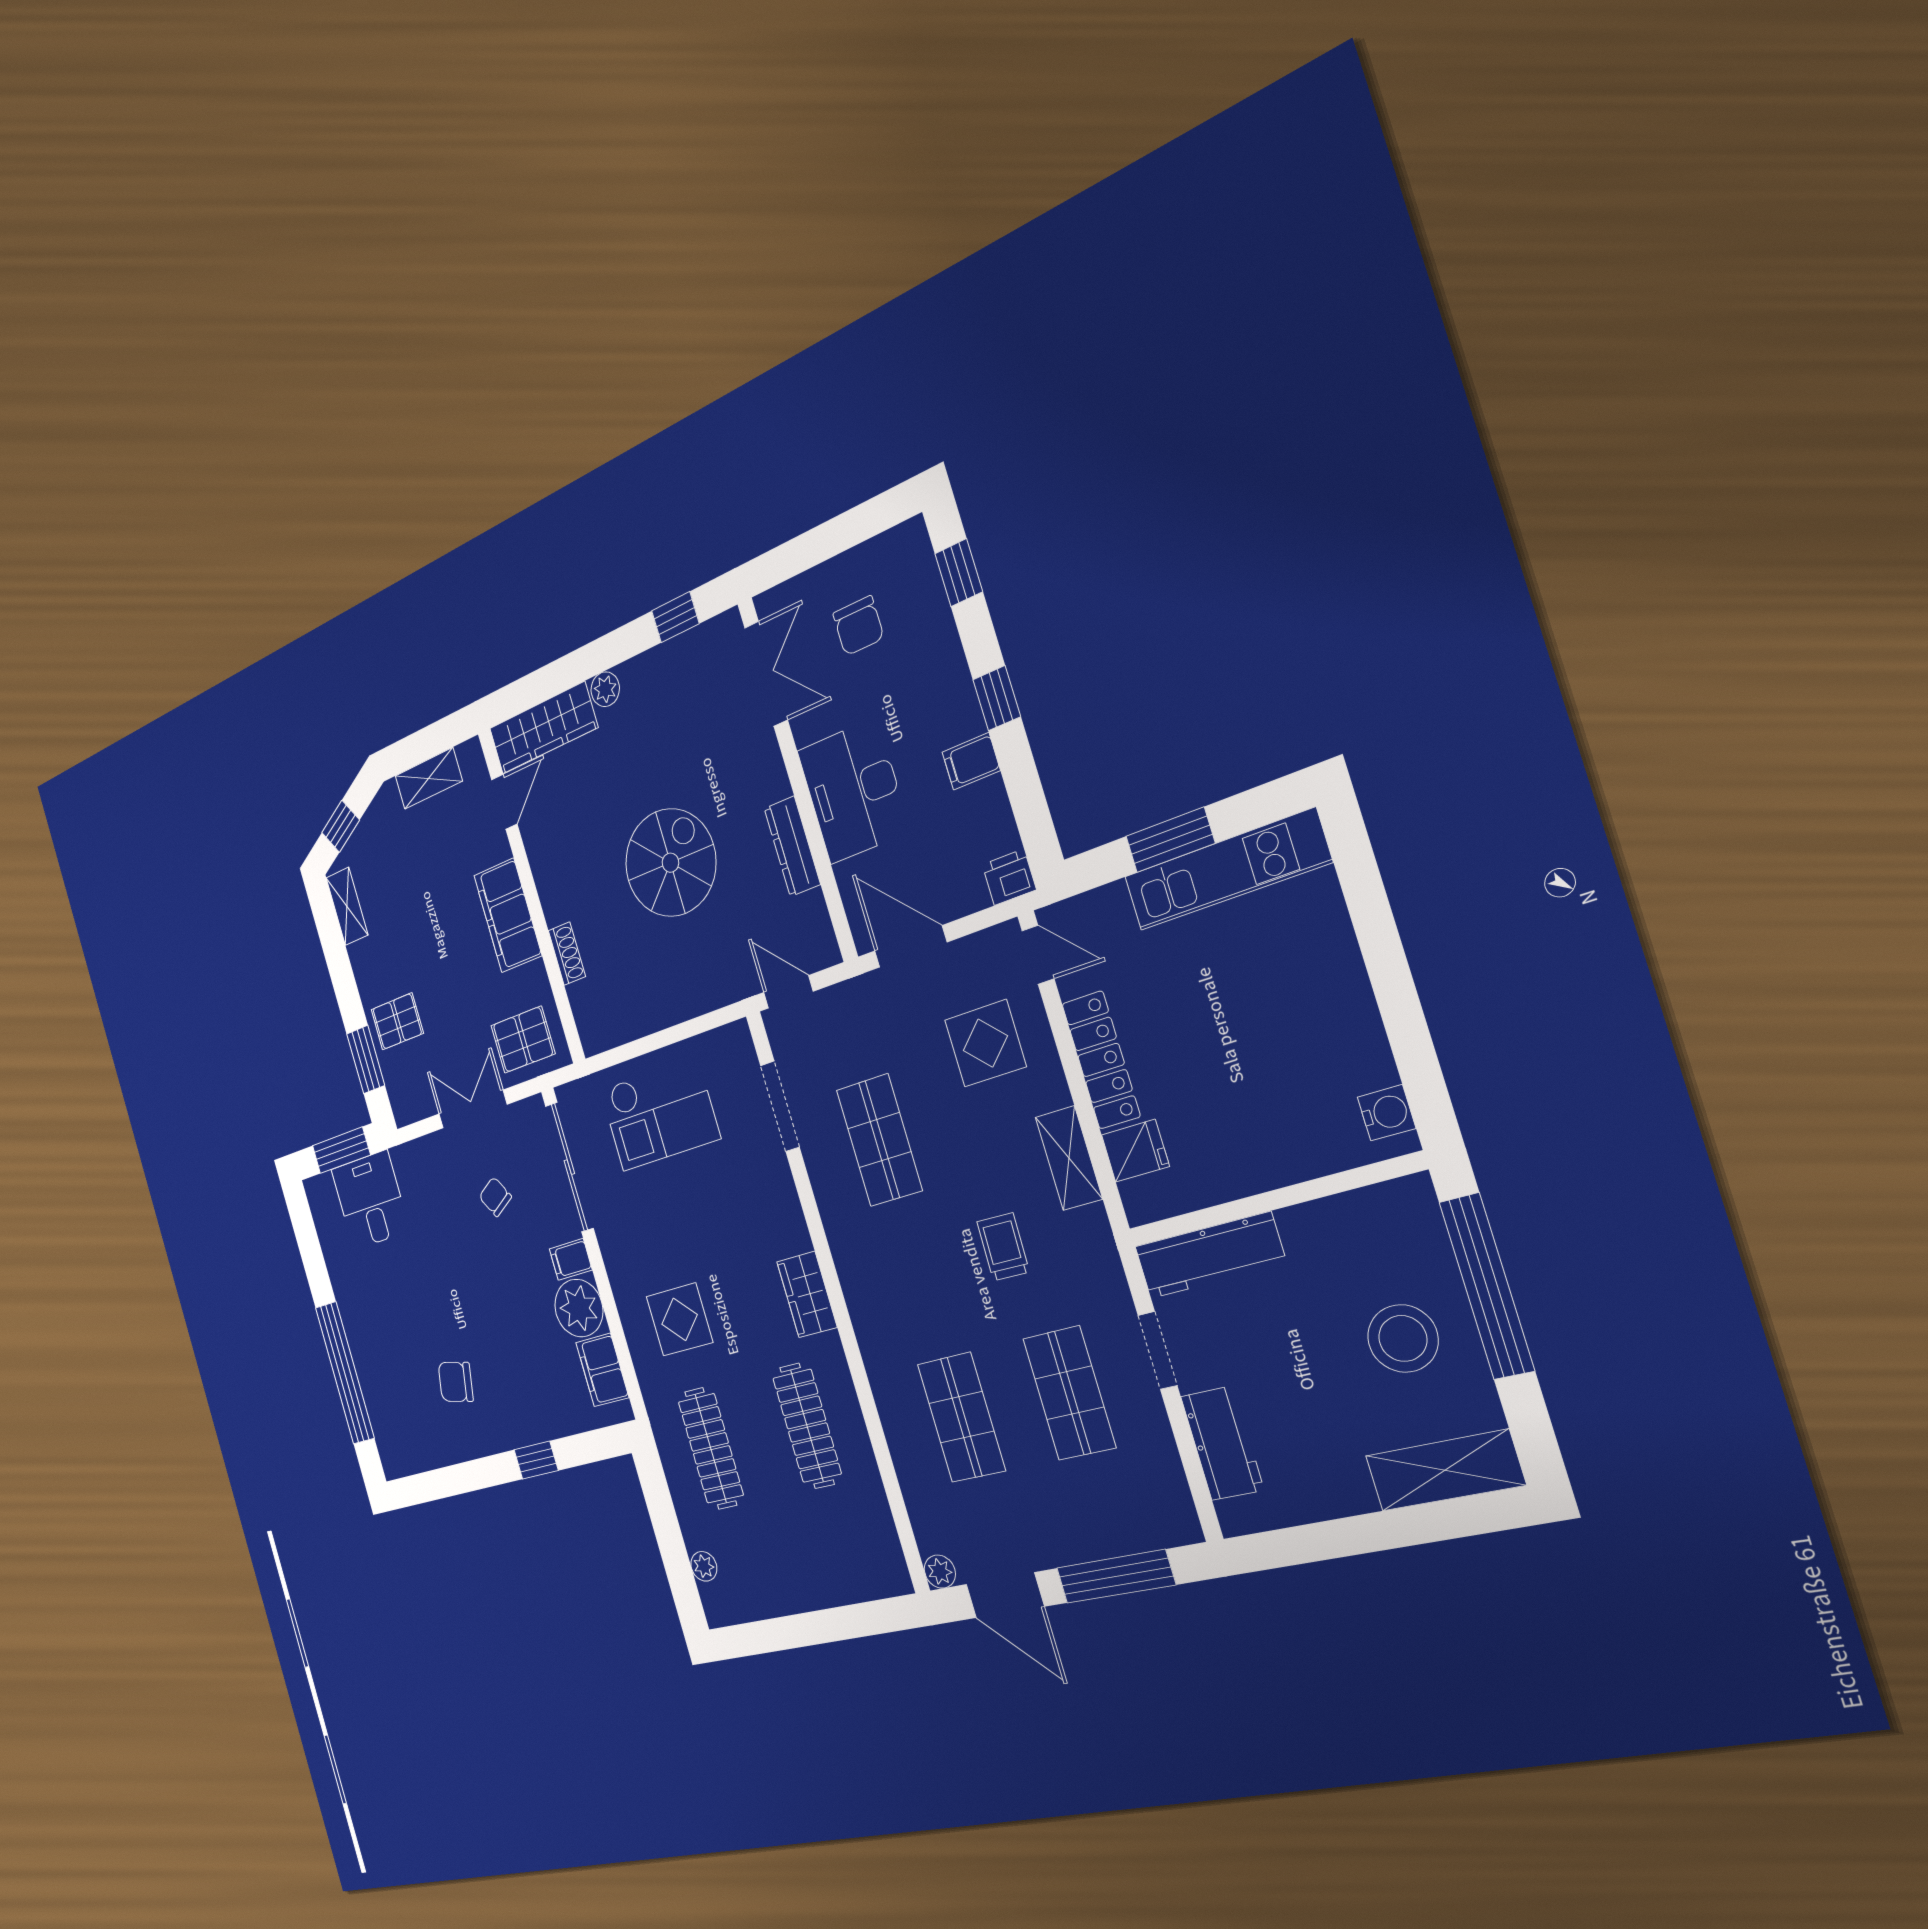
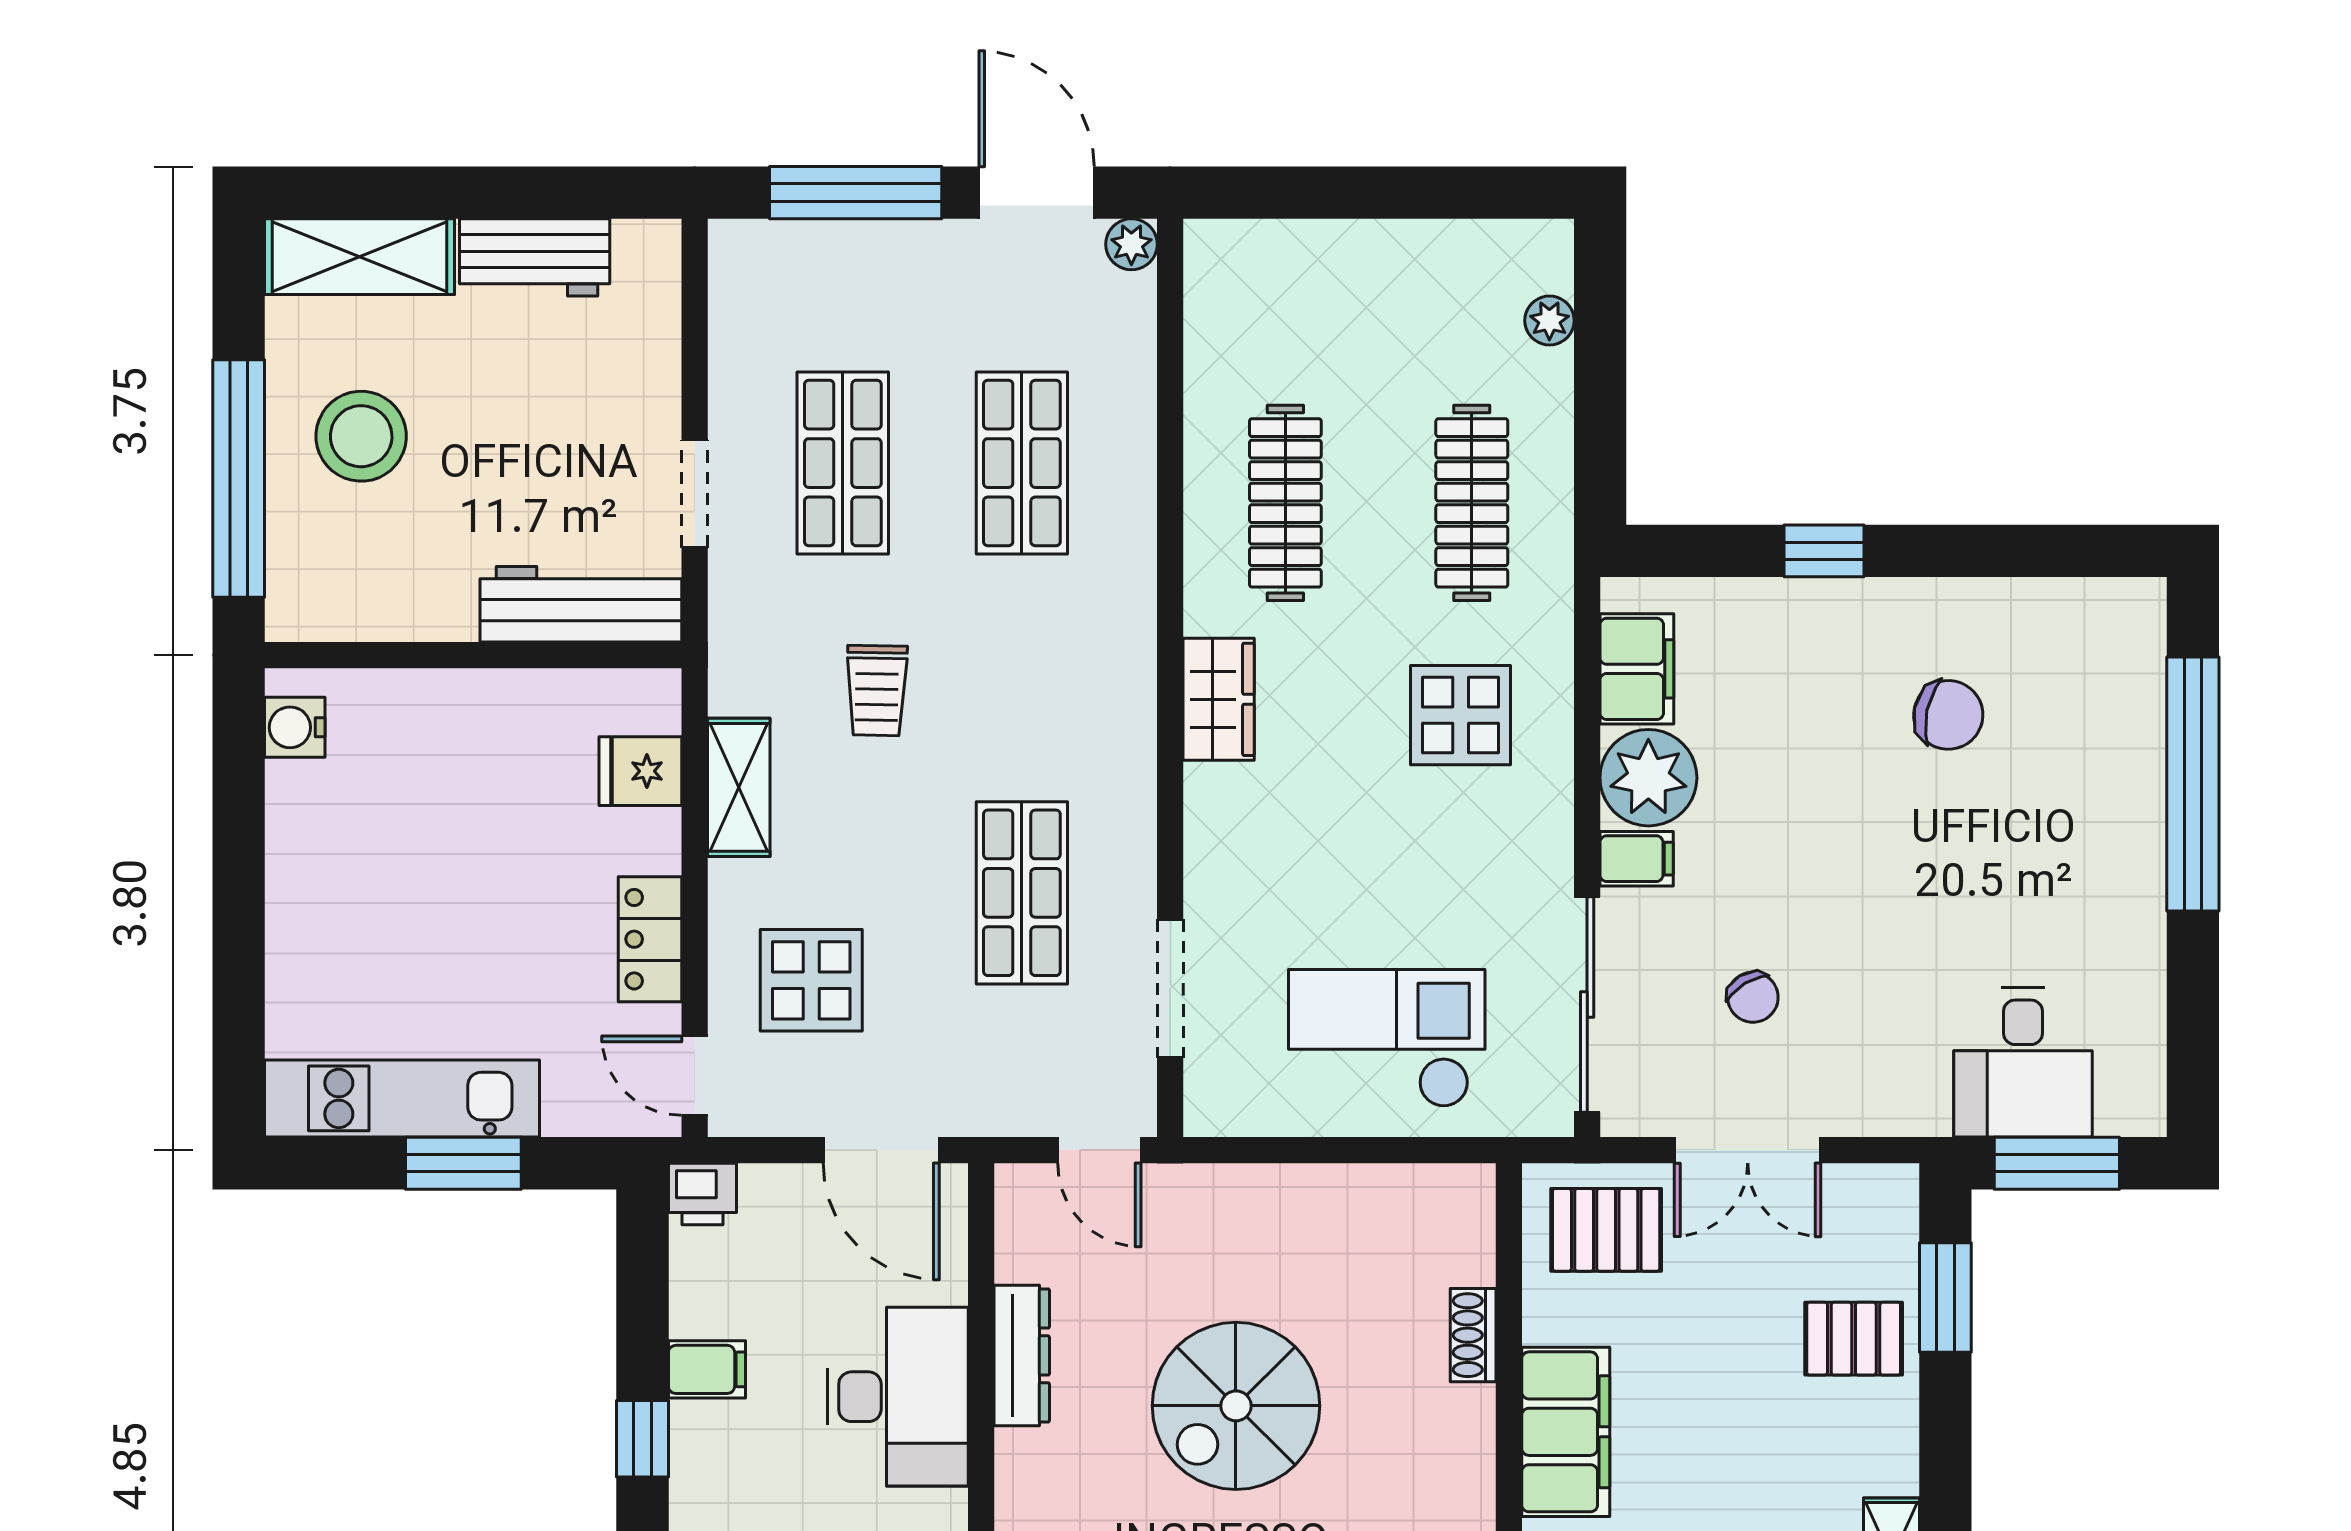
locker: (1101, 1060) -> (650, 939), width x0.66
workbench: (1222, 1443) -> (535, 257), moved, turned -90

